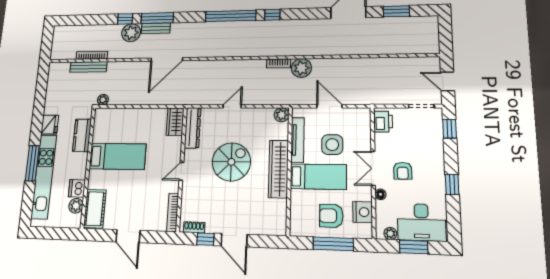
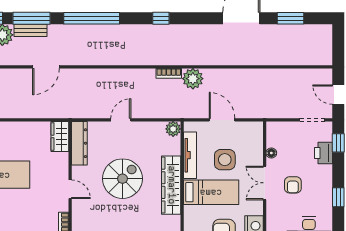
window: (231, 16) -> (92, 18), moved
door: (167, 59) -> (46, 67), width x0.73
printer: (383, 122) -> (323, 153), moved, turned 180
door: (181, 171) -> (70, 189), swing flipped
floor lamp: (380, 194) -> (271, 153), moved

